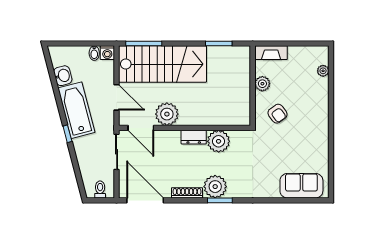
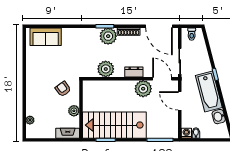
stairs: (163, 64) -> (114, 125), moved
dresser: (194, 137) -> (134, 72), moved

